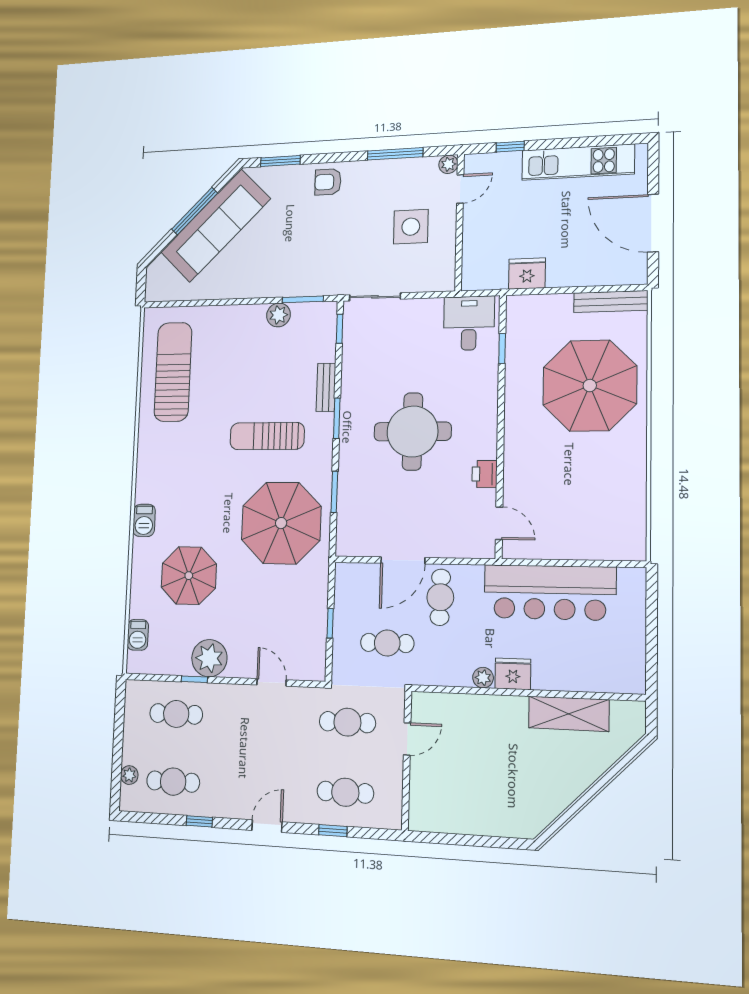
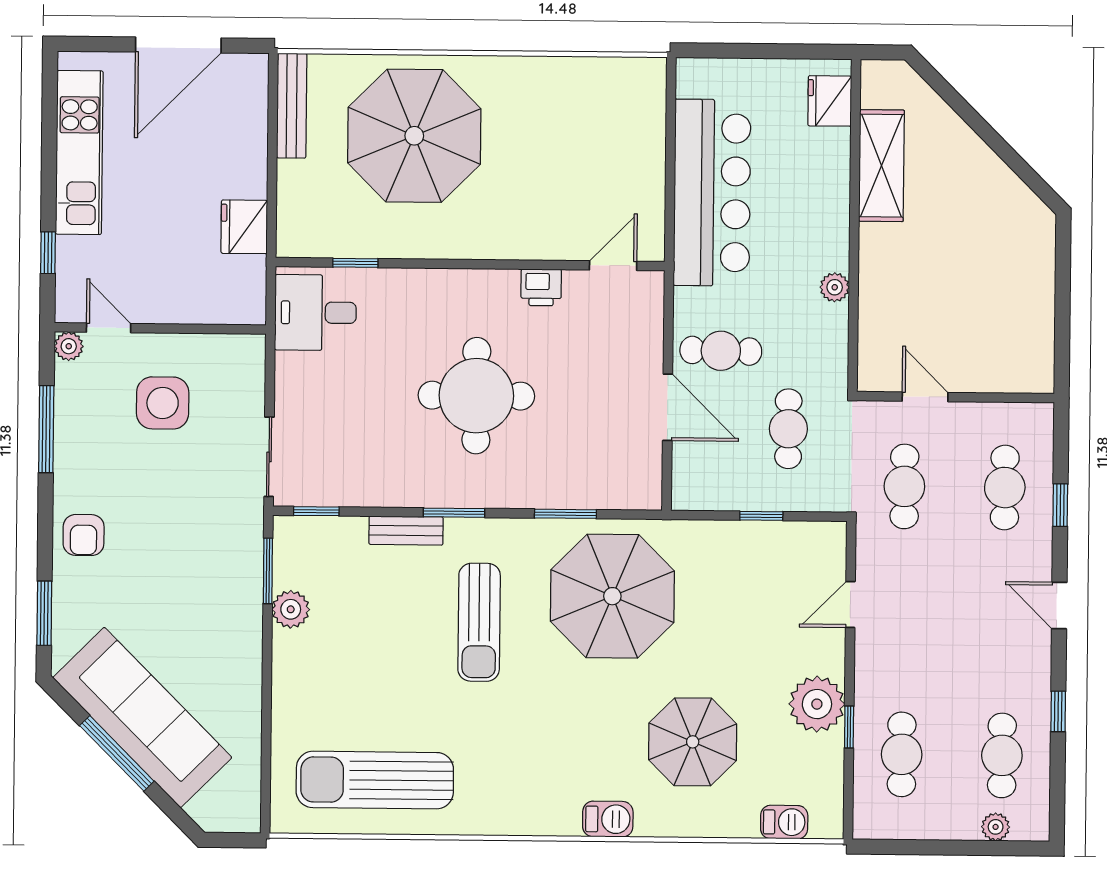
fridge: (513, 674) -> (830, 101), moved

